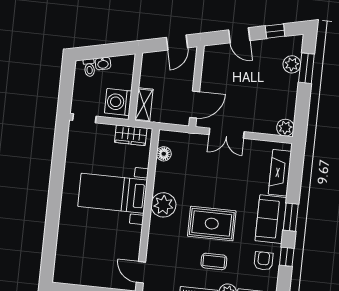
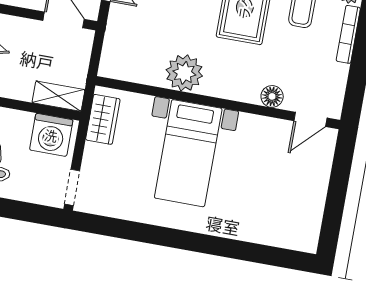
floor lamp: (164, 154) -> (272, 96), moved
plant: (163, 205) -> (184, 73), moved

